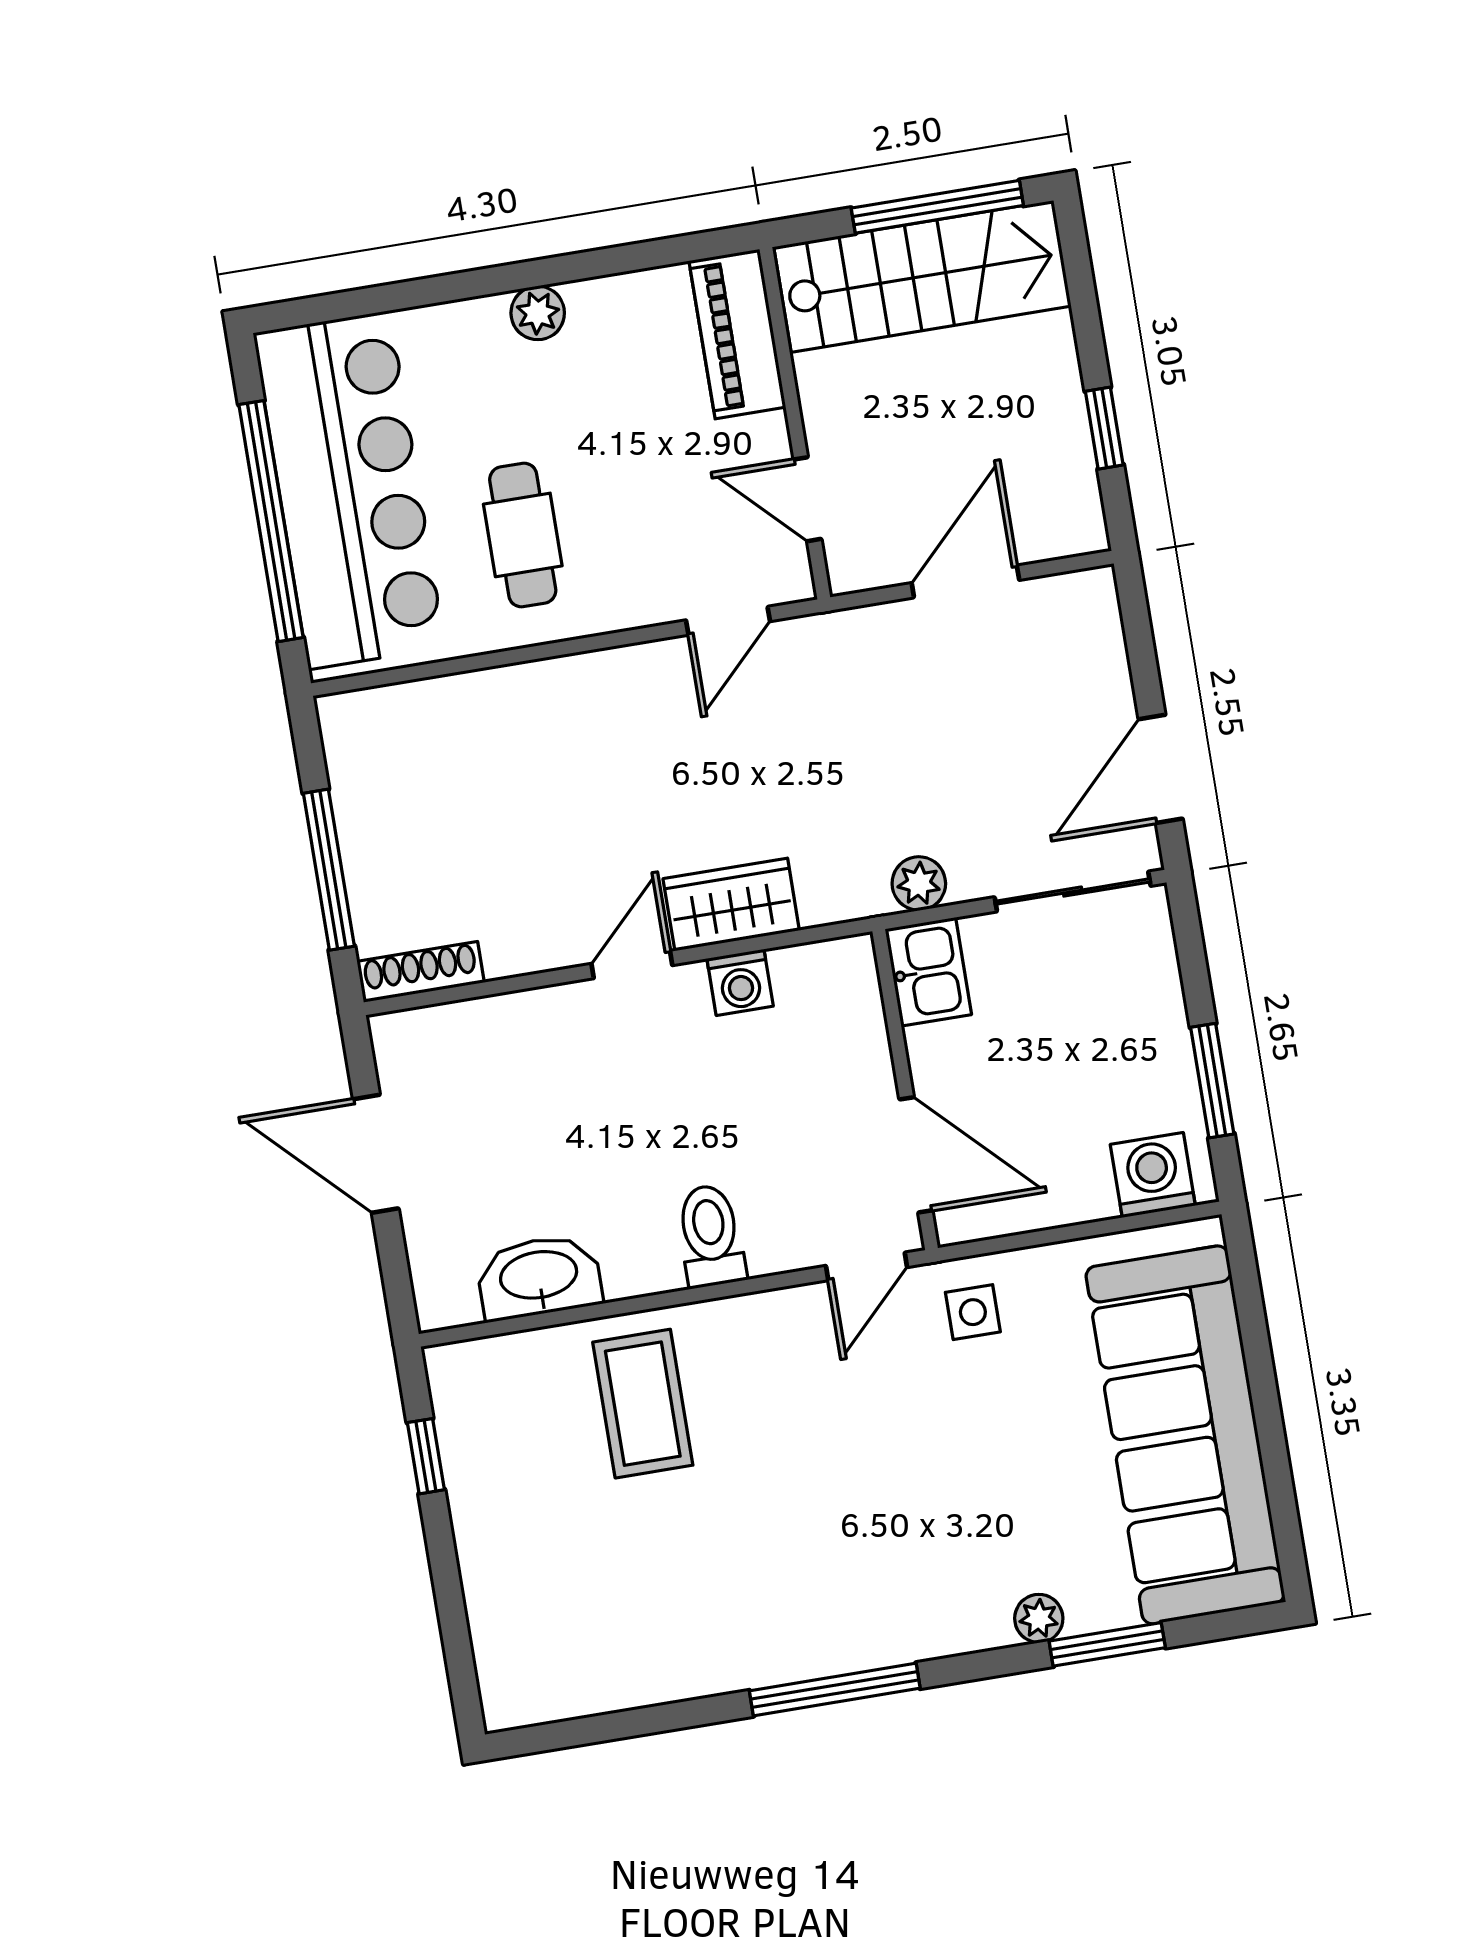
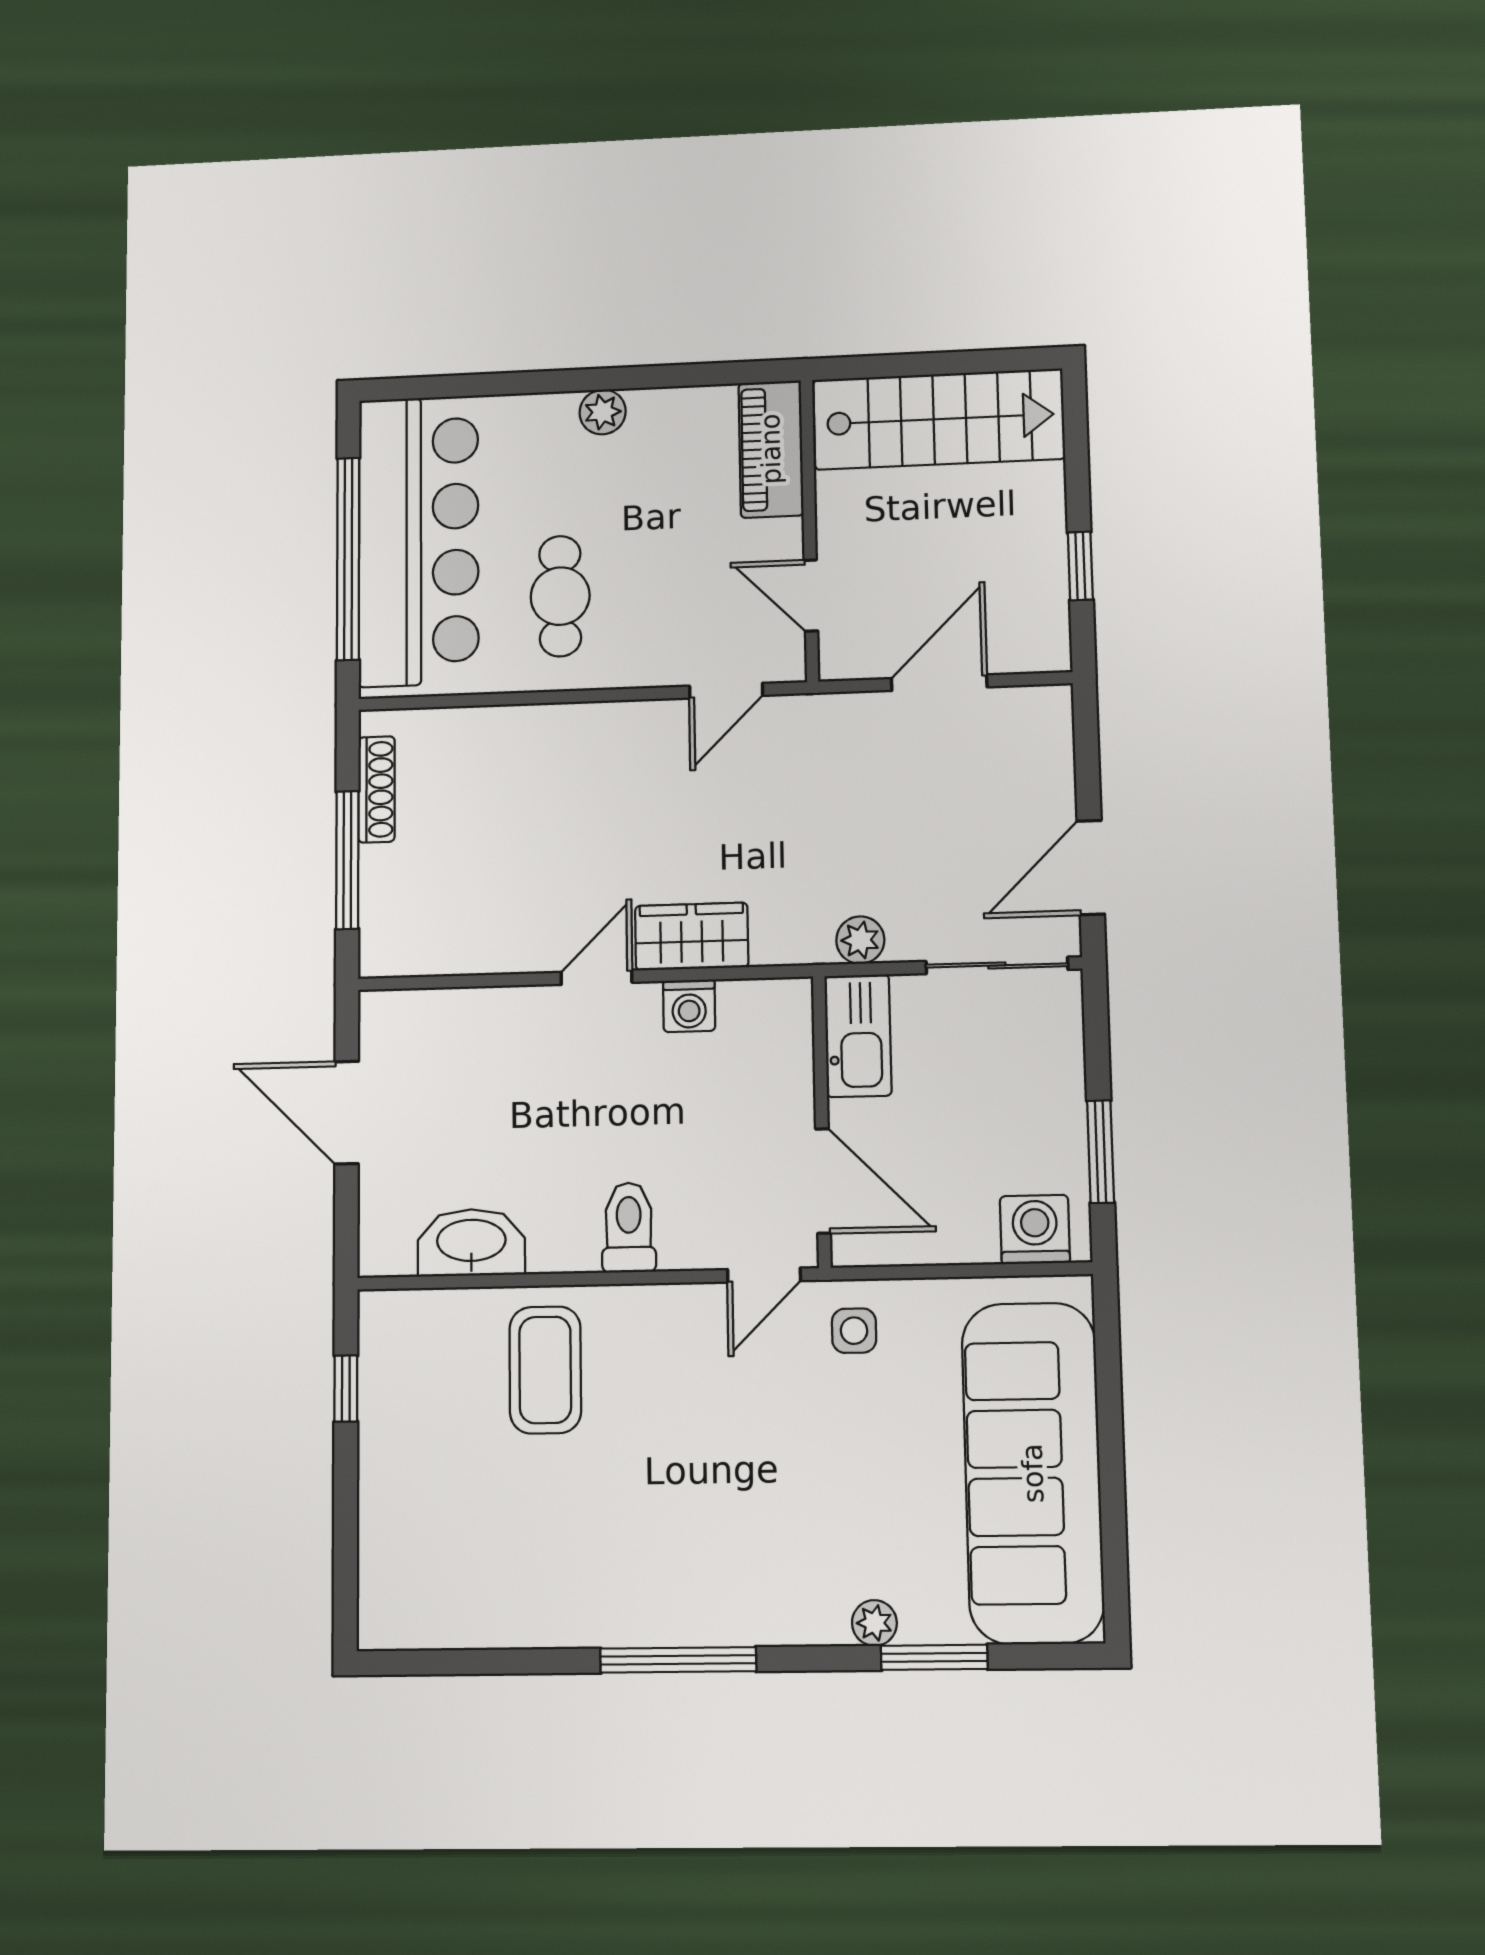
window: (937, 207) -> (960, 362), removed
shoe rack: (421, 972) -> (377, 789), moved, turned 90
kitchen sink: (928, 972) -> (858, 1036), width x1.38

